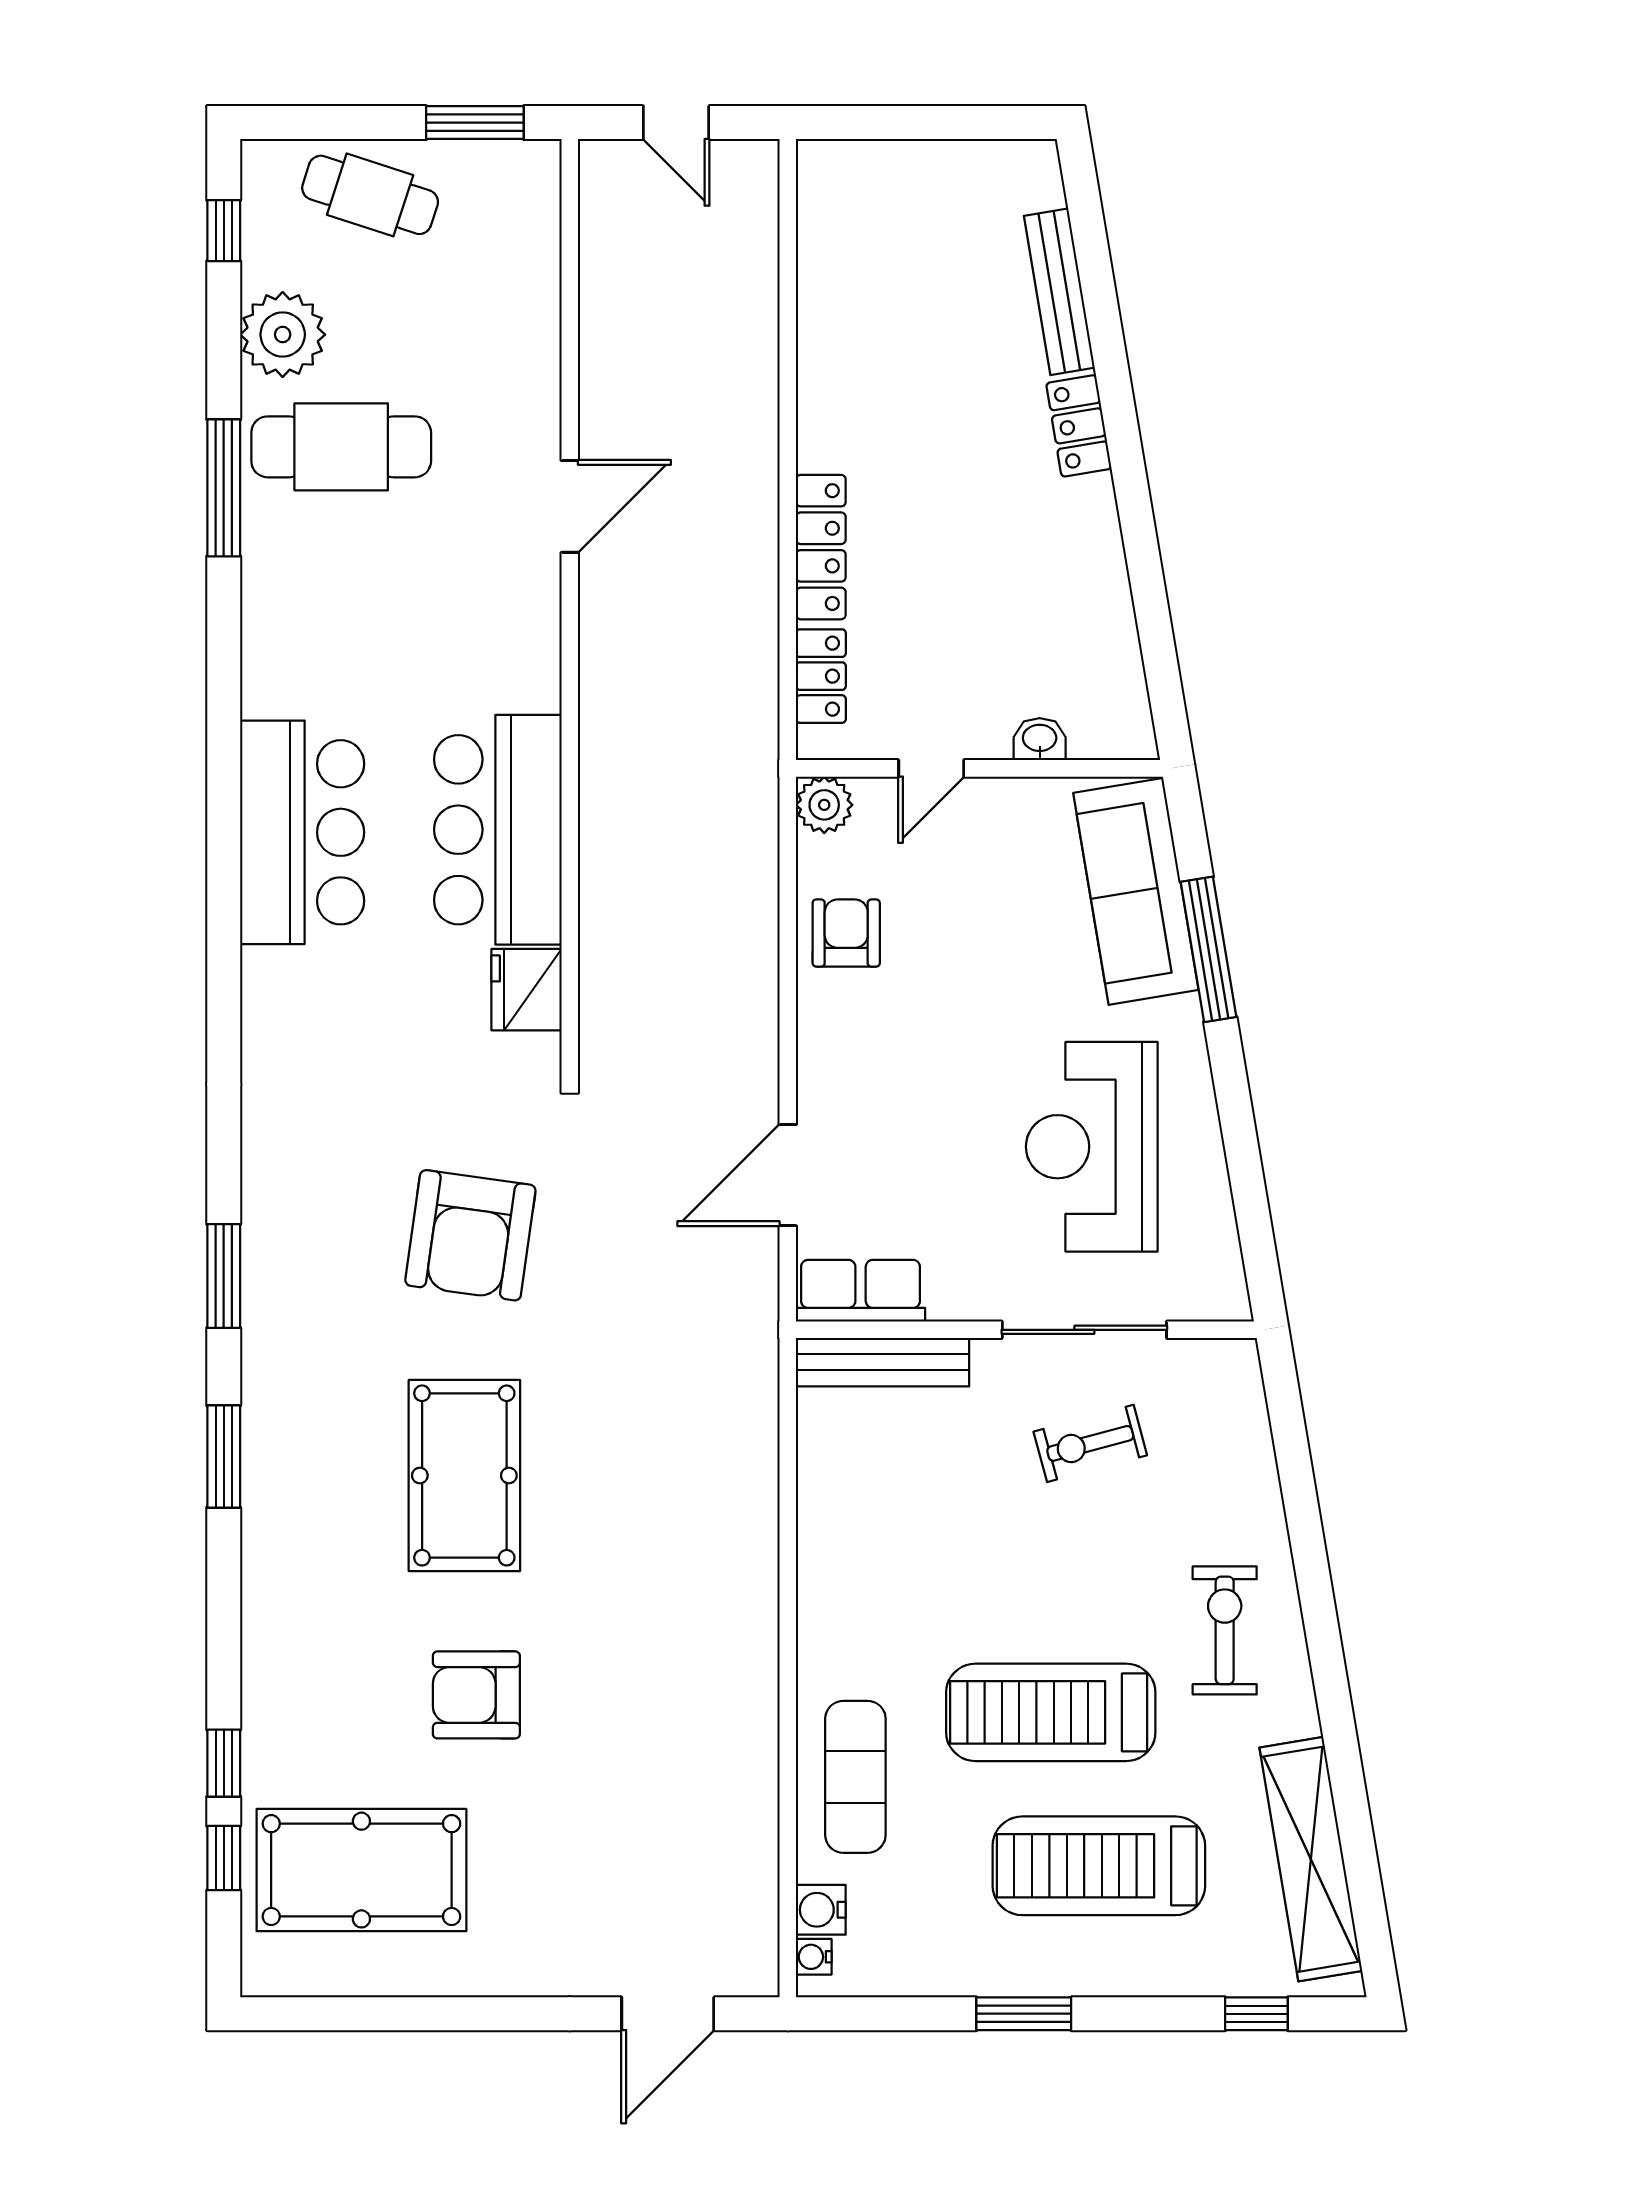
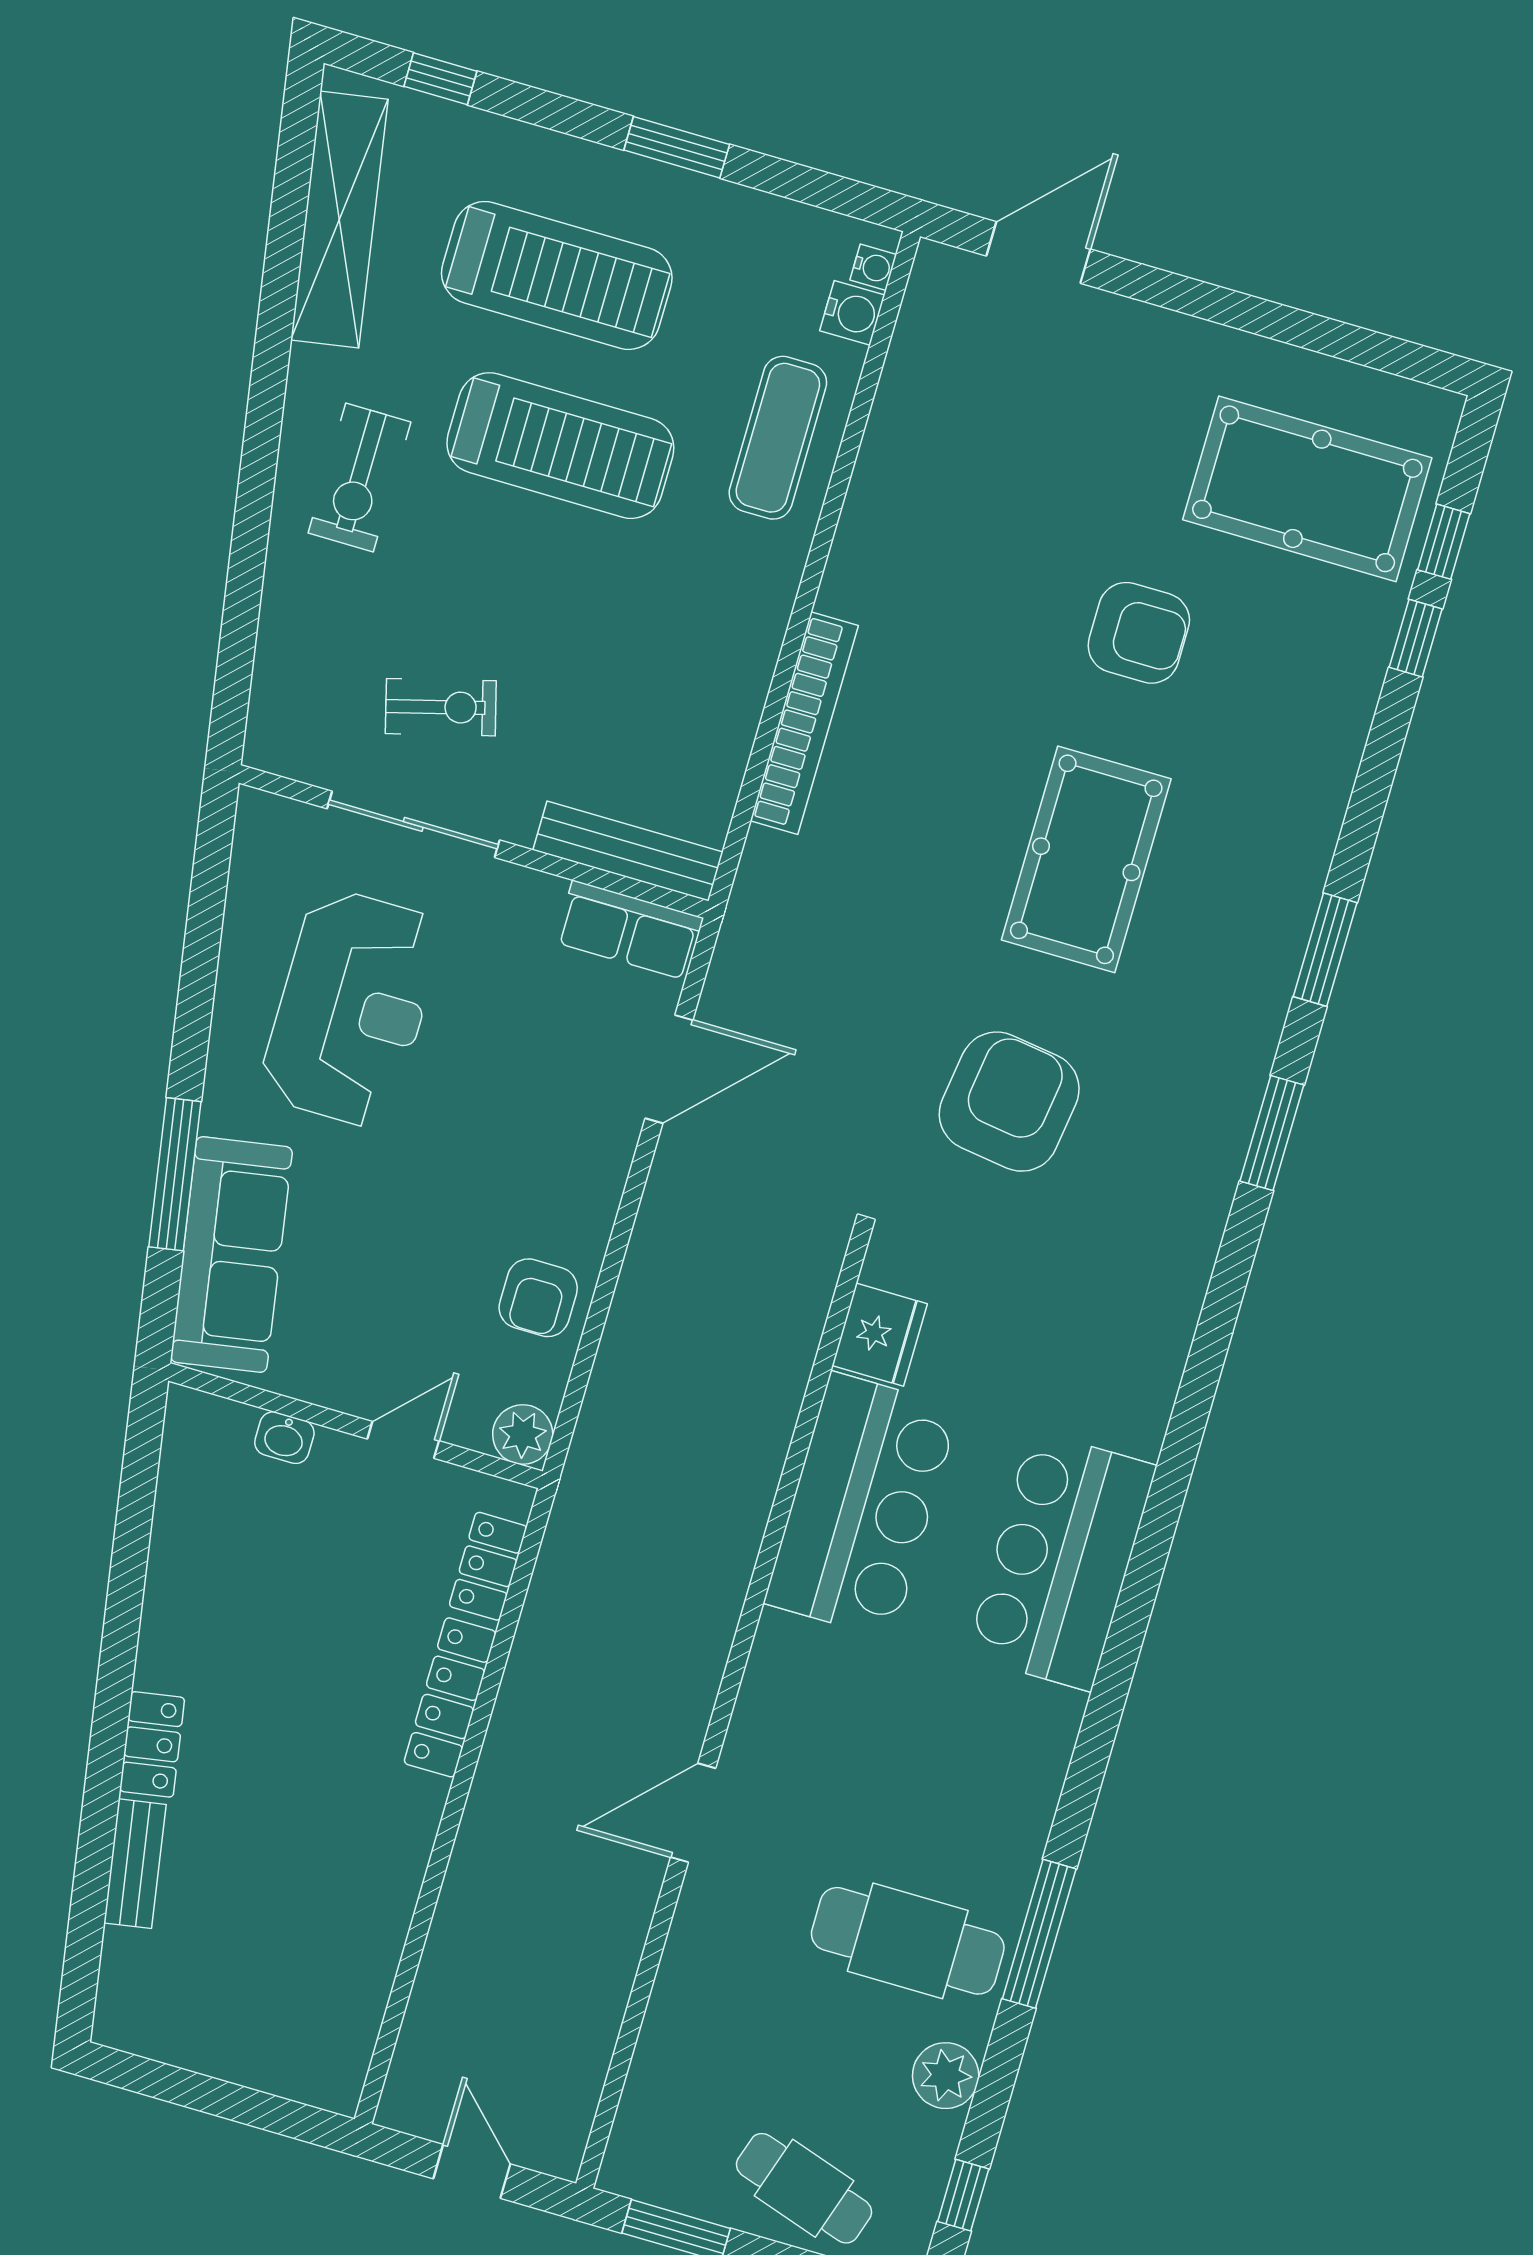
bench: (1059, 292) -> (135, 1864), width x0.73
plant: (283, 335) -> (946, 2076), width x0.73, depth x0.73
bookcase: (756, 1525) -> (804, 723), added

